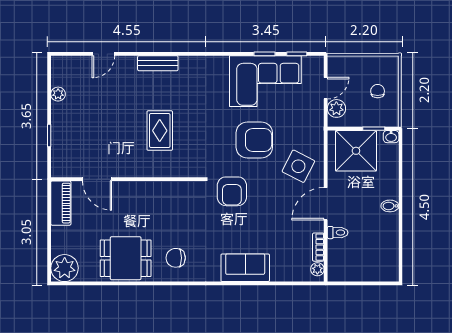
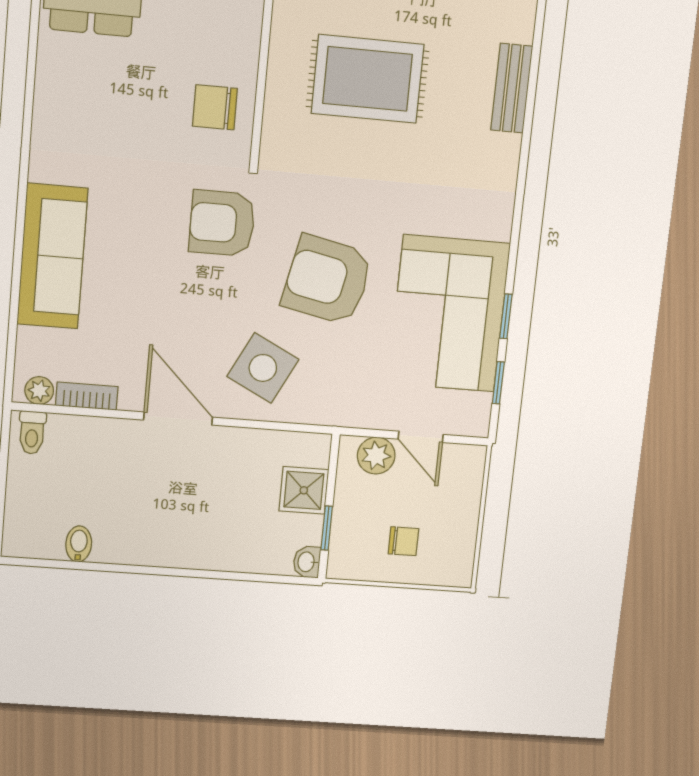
rug: (160, 131) -> (368, 79), width x1.36, depth x1.43
armchair: (254, 140) -> (327, 280), turned 102
shower: (356, 151) -> (304, 490), width x0.54, depth x0.54
bidet: (390, 206) -> (79, 544), moved
toilet: (338, 233) -> (32, 432), moved
chair: (176, 258) -> (215, 107), moved, turned -90
sofa: (245, 268) -> (52, 256), width x1.36

